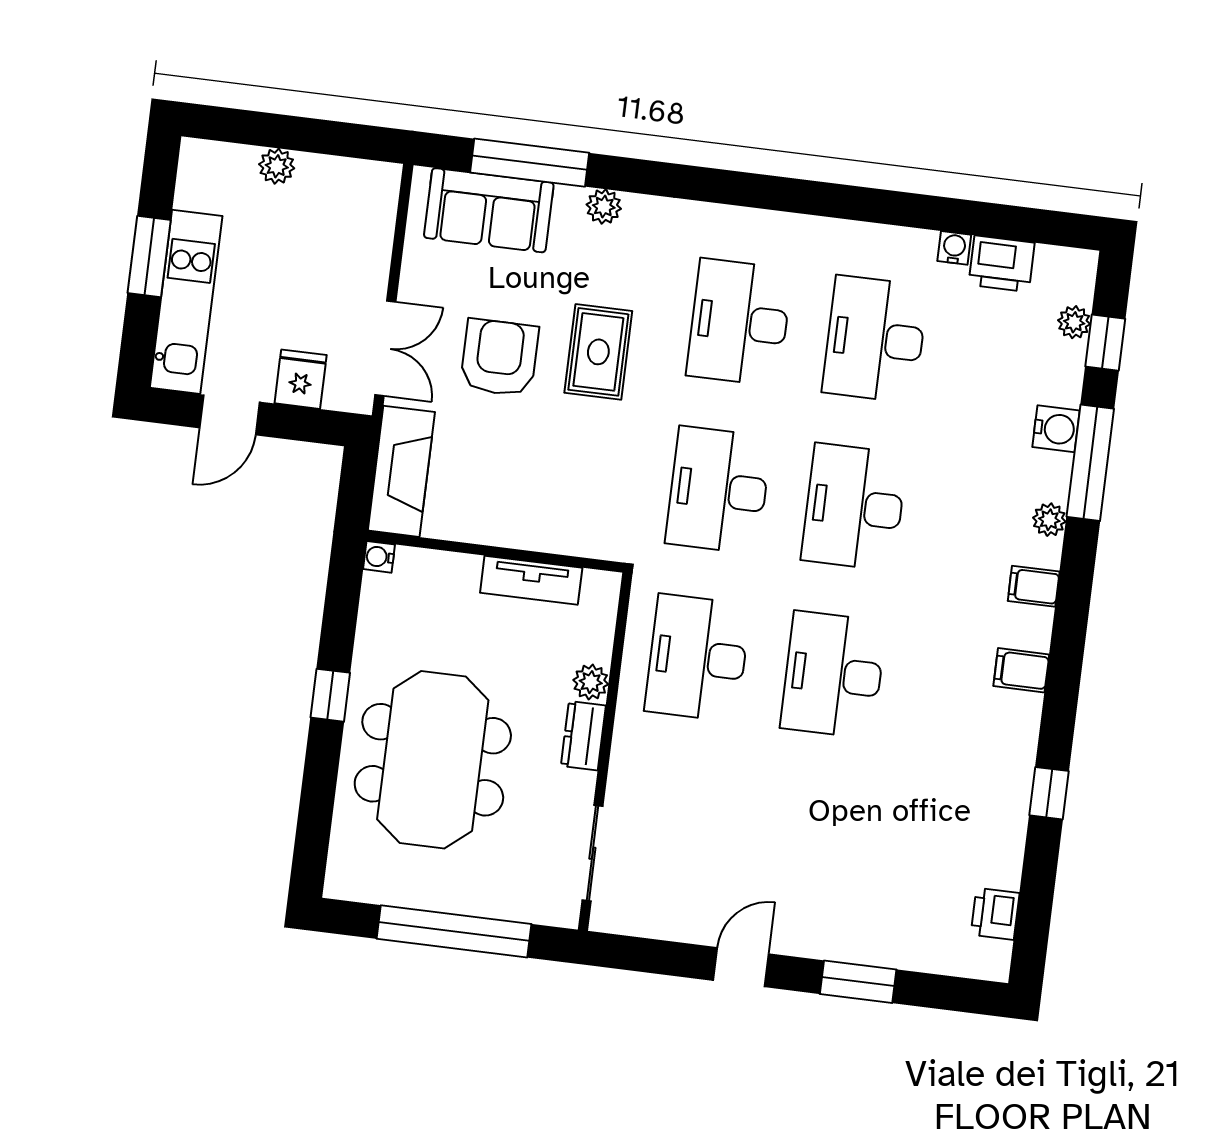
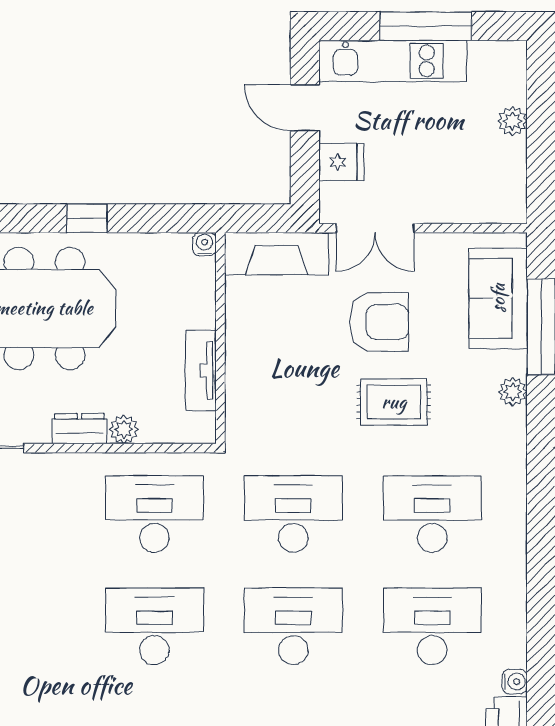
window: (149, 257) -> (426, 26), width x1.44

